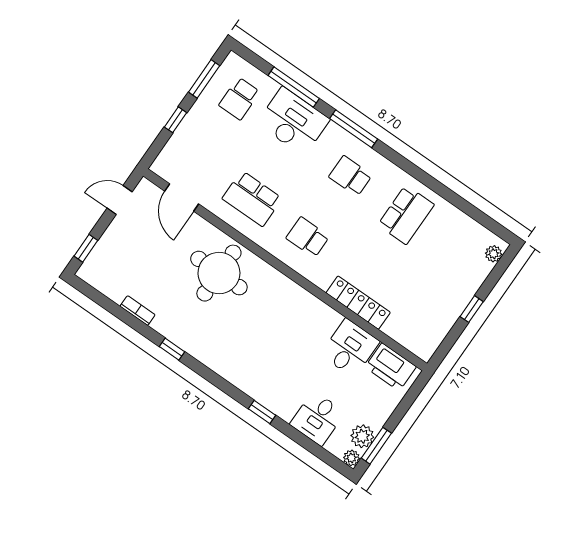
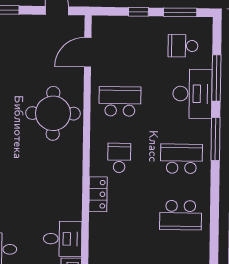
school desk: (350, 176) -> (181, 159), width x1.85
school desk: (252, 199) -> (120, 101), turned 90
locker: (358, 303) -> (98, 194), moved, width x0.66

